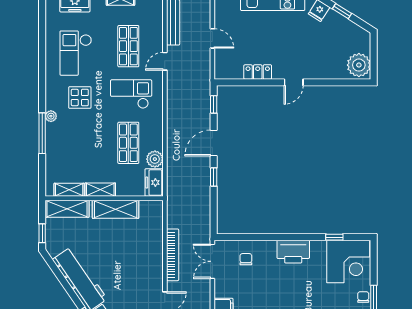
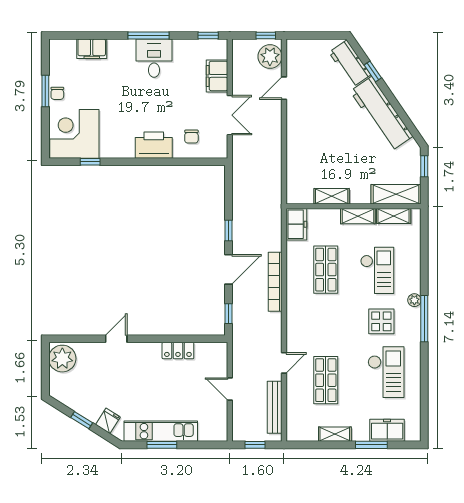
door: (294, 82) -> (116, 339), moved
checkout: (131, 94) -> (377, 270), moved, turned -90
window: (42, 133) -> (424, 319), moved
plant: (155, 159) -> (296, 251), removed
shelving: (116, 209) -> (332, 196), width x0.67, depth x0.75
printer: (293, 252) -> (154, 145), moved
bookcase: (173, 255) -> (275, 282), moved
double door: (212, 261) -> (230, 115), moved

